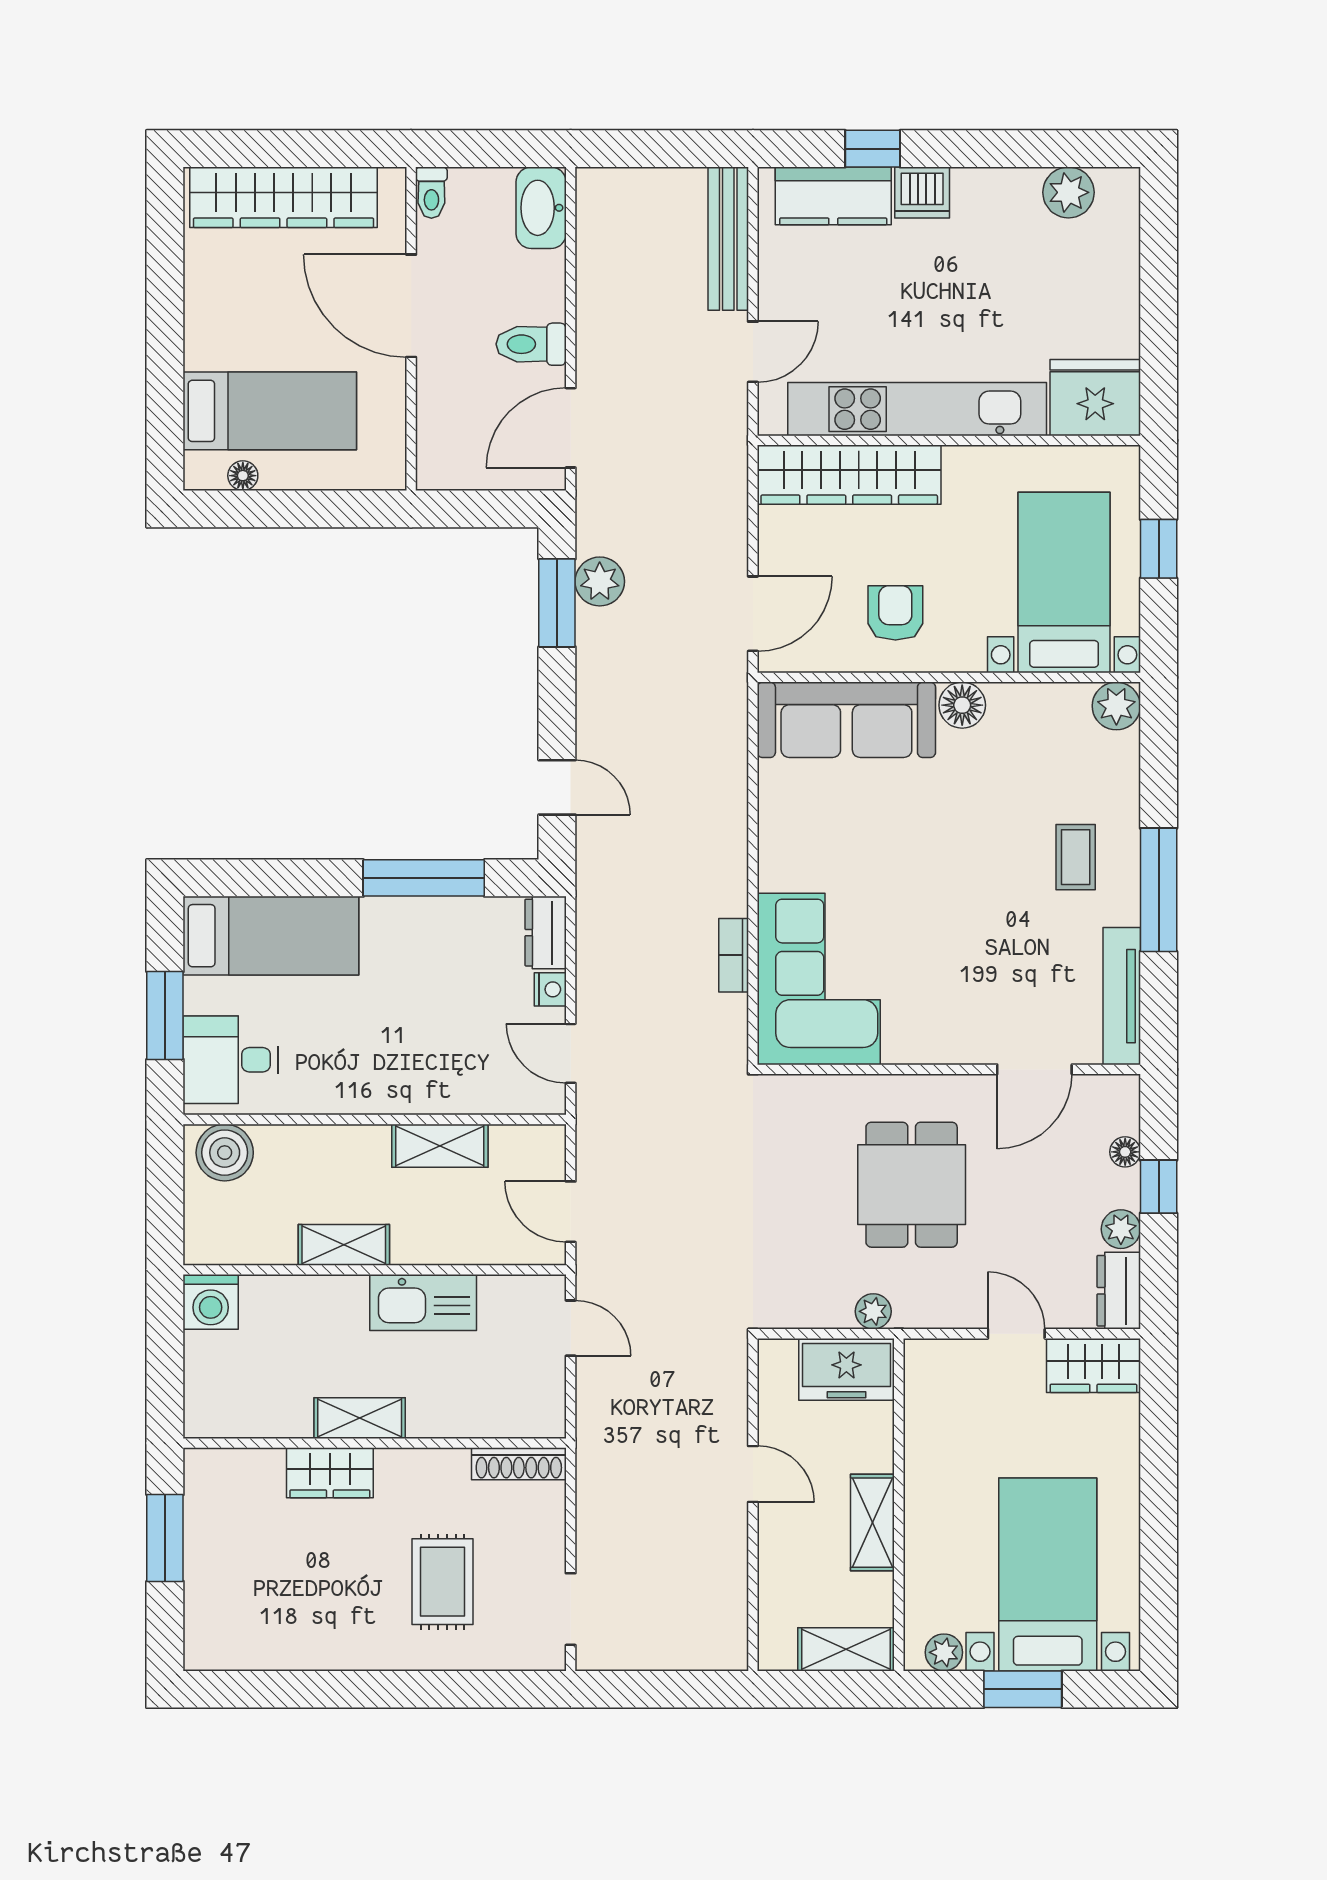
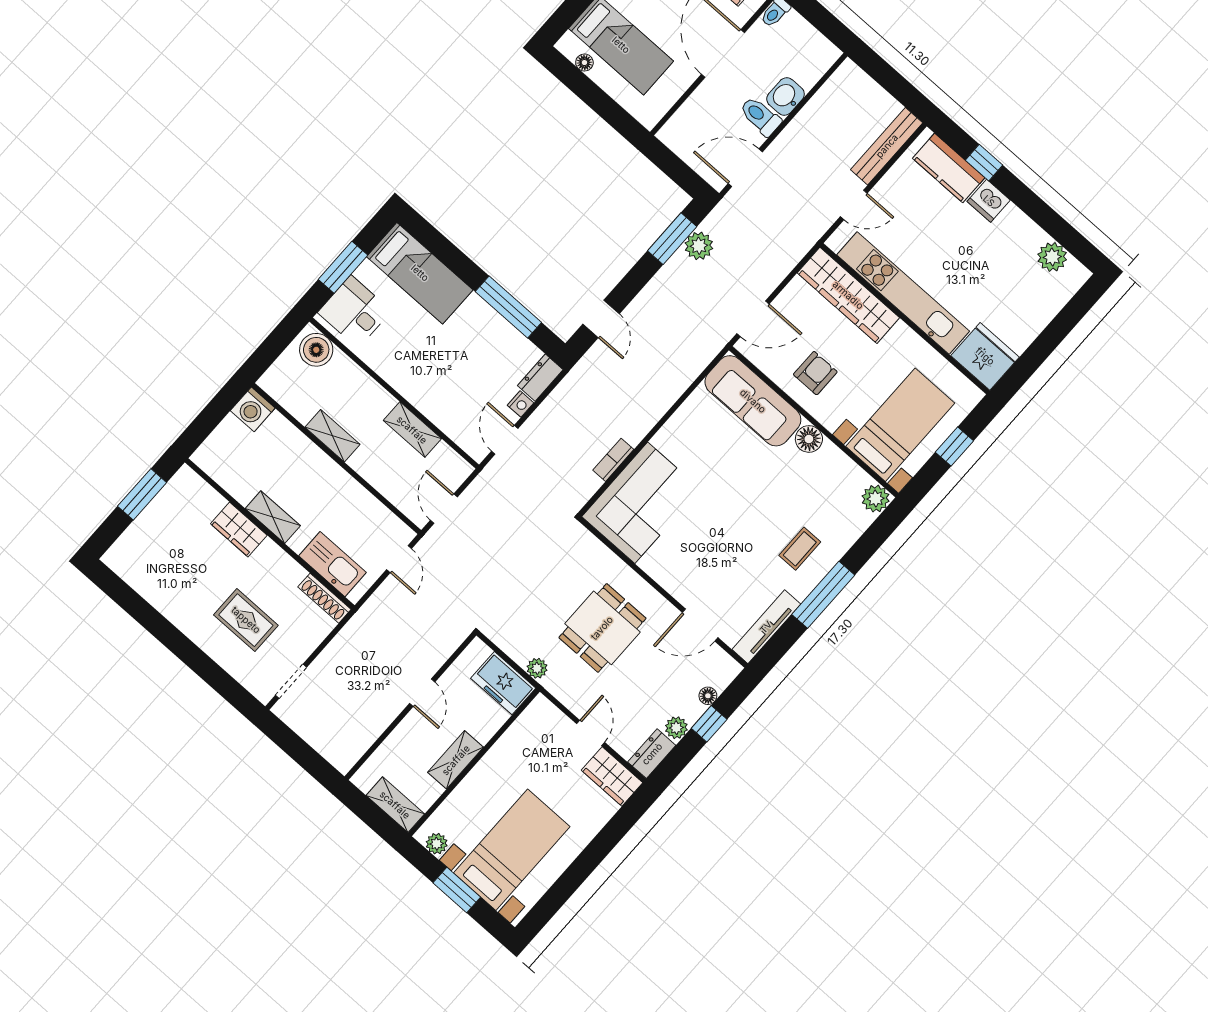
washbasin: (541, 208) -> (786, 97), moved, width x0.72
kitchen sink: (423, 1303) -> (333, 564), moved, turned 180
rug: (443, 1582) -> (246, 620), turned 90

